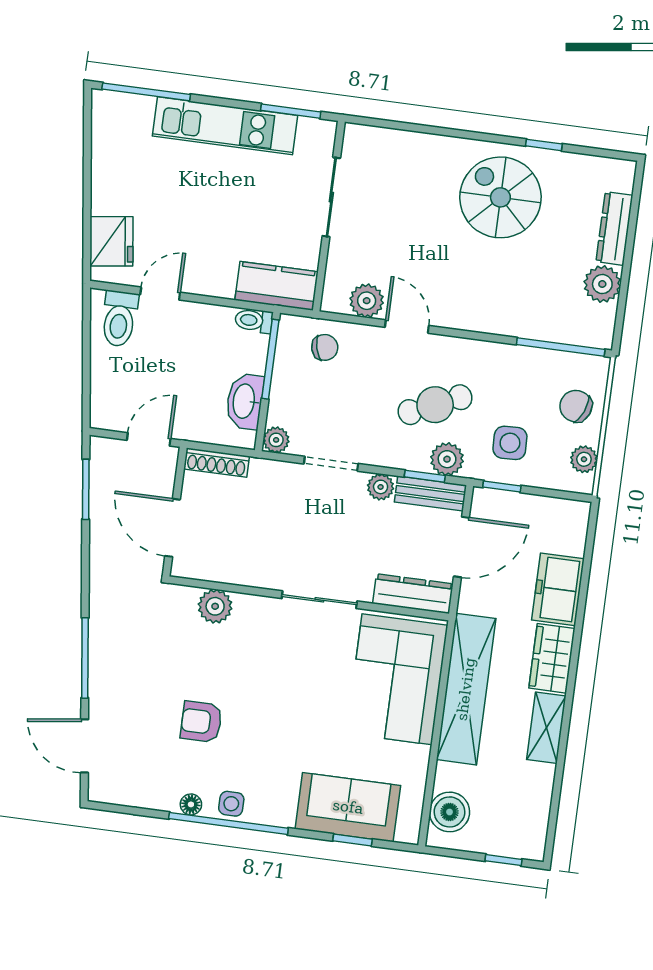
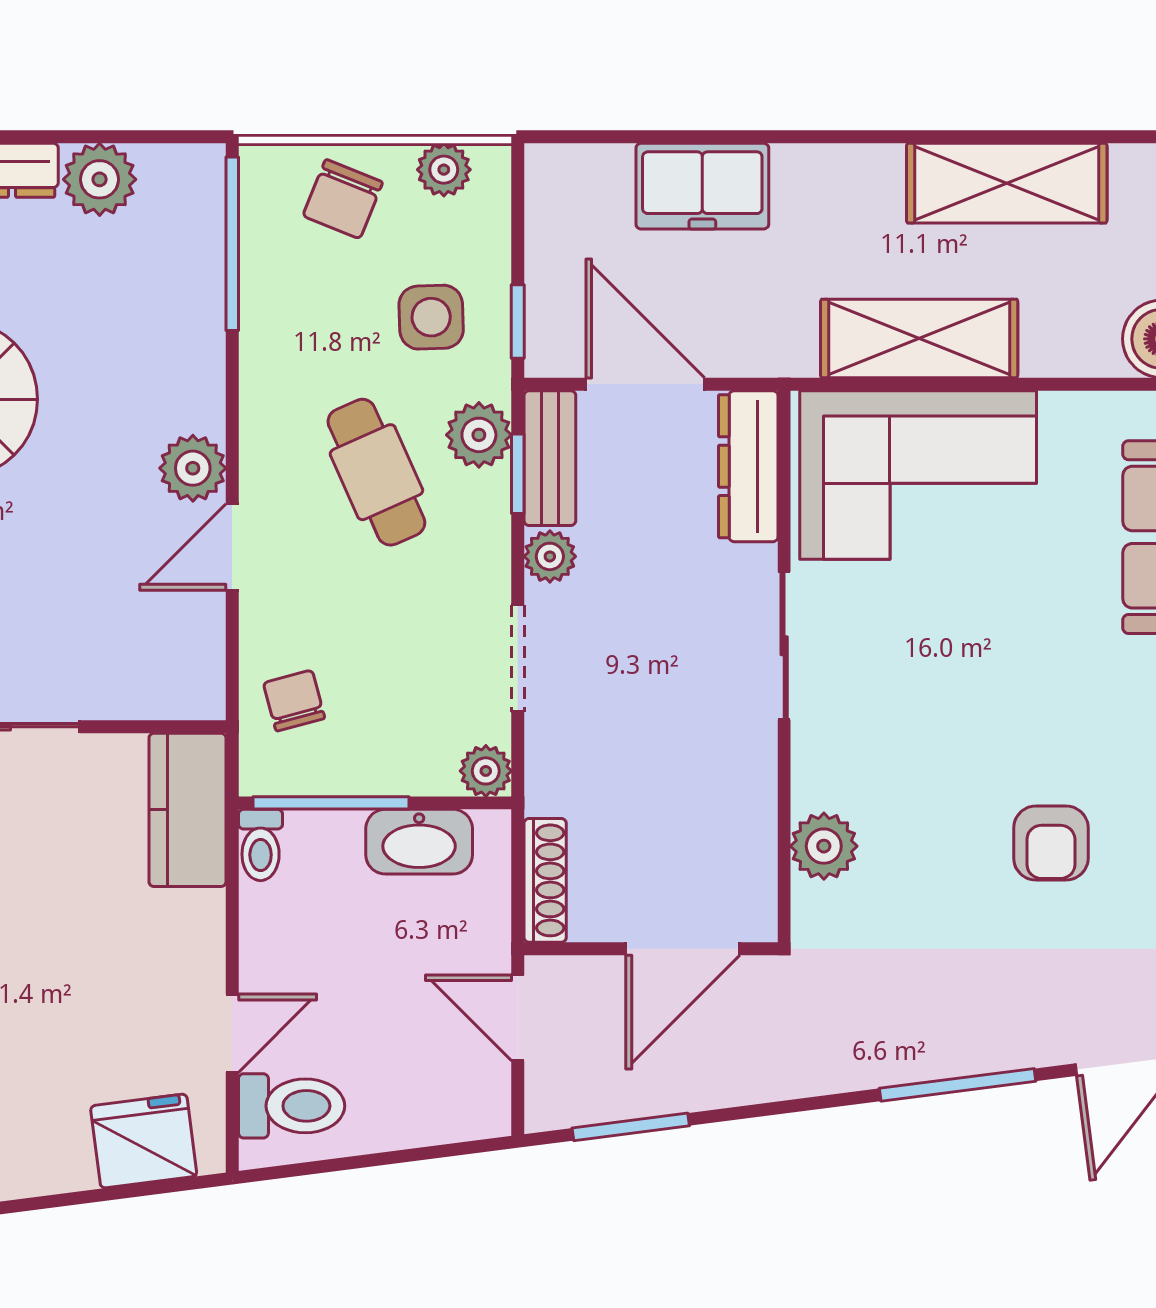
door: (160, 294) -> (232, 1033), swing flipped
plant: (367, 301) -> (193, 468), moved
wardrobe: (552, 658) -> (838, 180), removed
shelving: (466, 689) -> (919, 338), width x0.68
shelving: (546, 728) -> (1007, 183), width x1.50, depth x1.33

